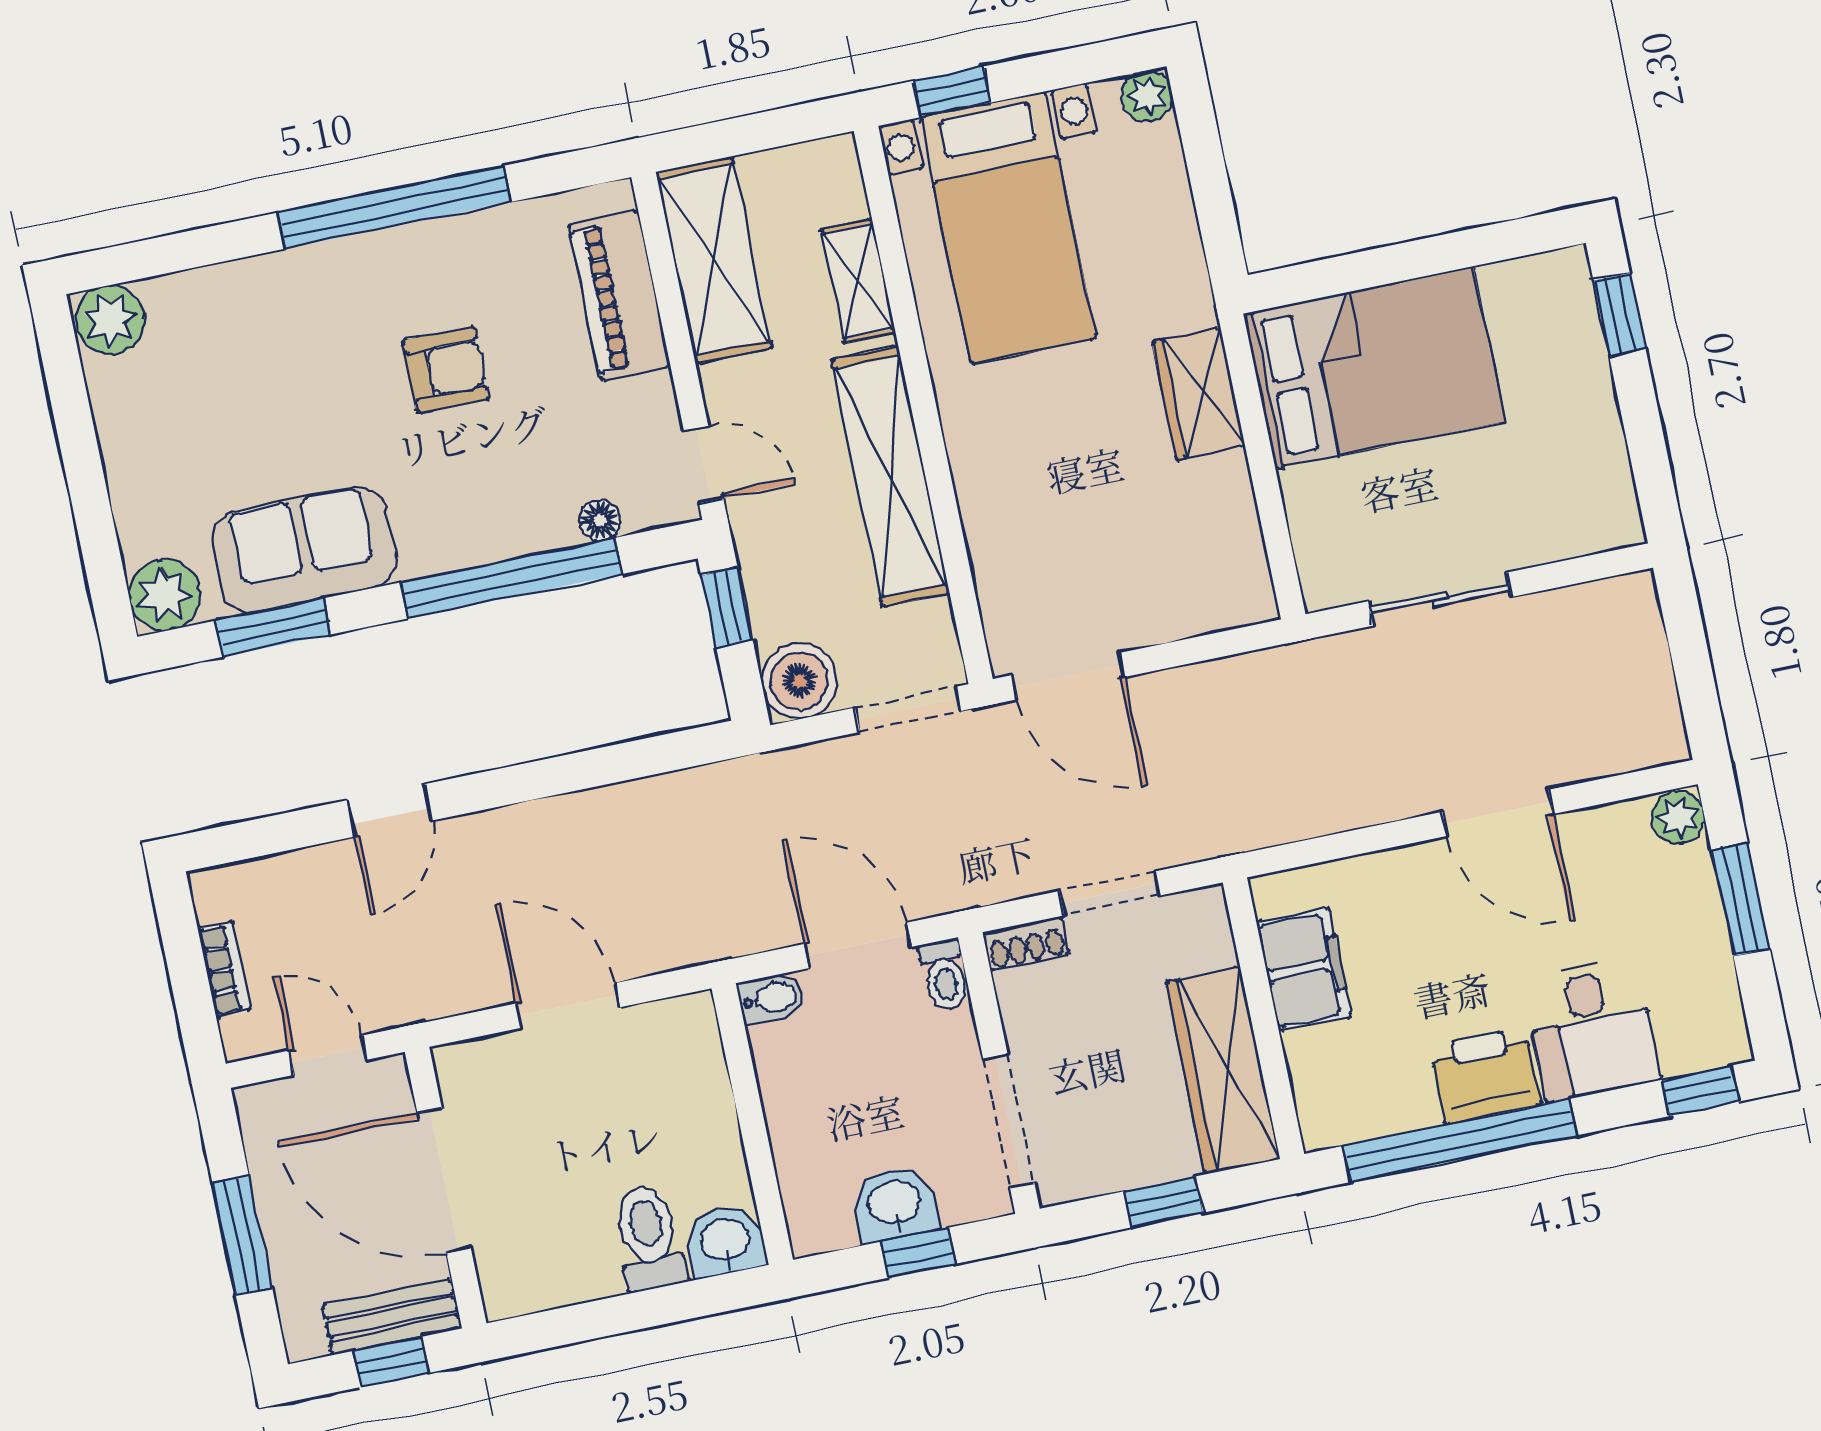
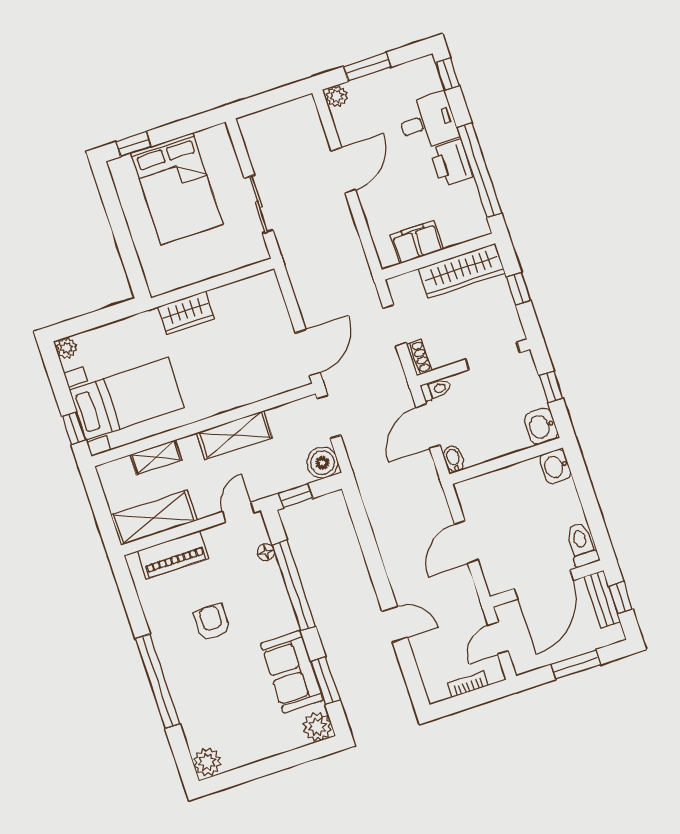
window: (395, 207) -> (158, 681), moved
bed: (1374, 368) -> (177, 189), moved, turned 180
shelving: (890, 476) -> (234, 435), width x0.68
washbasin: (894, 1204) -> (541, 426), moved
toilet: (649, 1238) -> (582, 544), moved, turned 90

